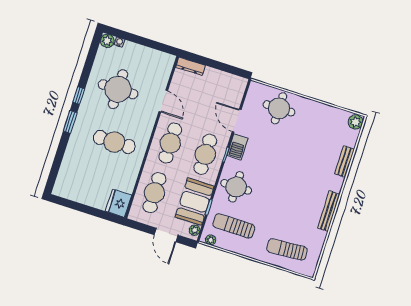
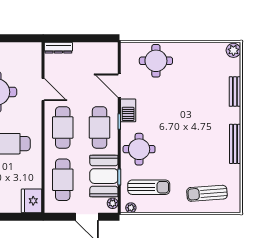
sun lounger: (234, 226) -> (149, 187), turned 180

